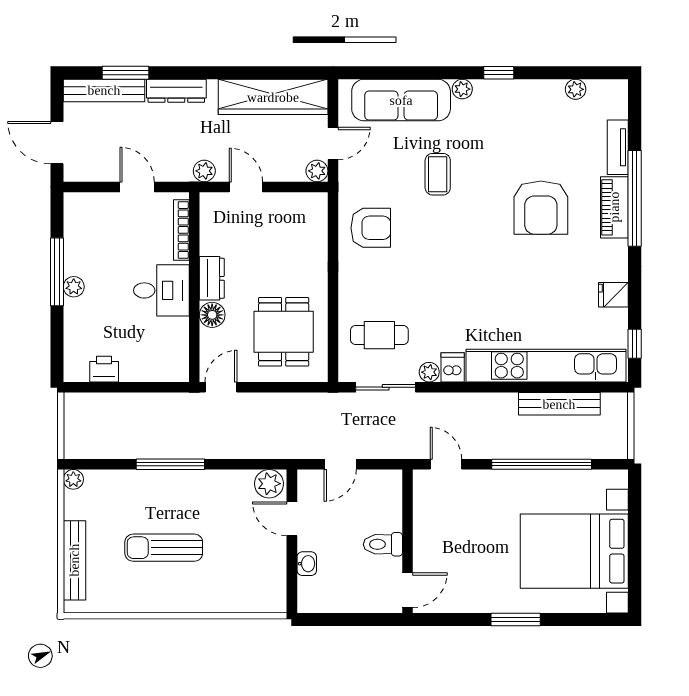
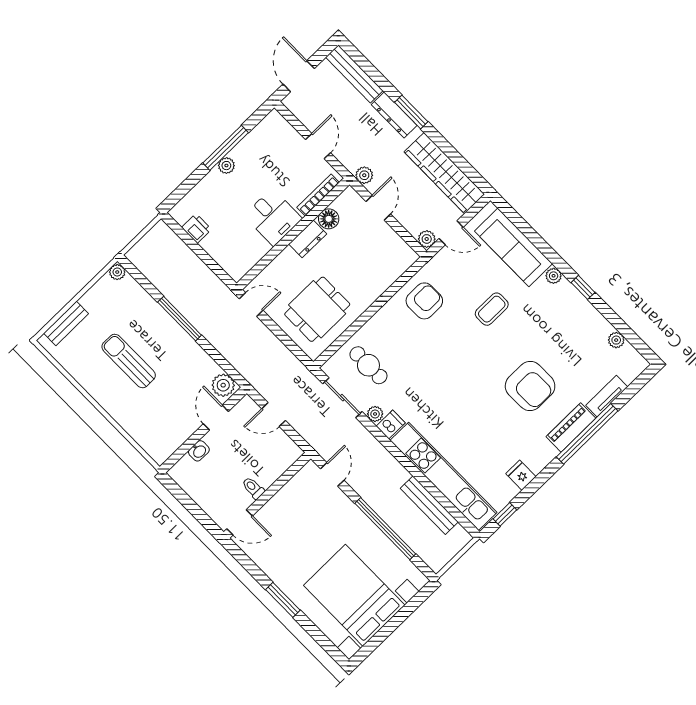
window: (126, 73) -> (411, 112), moved
armchair: (541, 208) -> (530, 386), turned -90
armchair: (371, 228) -> (424, 301), turned -90
floor lamp: (212, 315) -> (329, 219), moved
toilet: (383, 544) -> (253, 488), width x0.73, depth x0.72
bench: (74, 560) -> (66, 323), width x0.73

